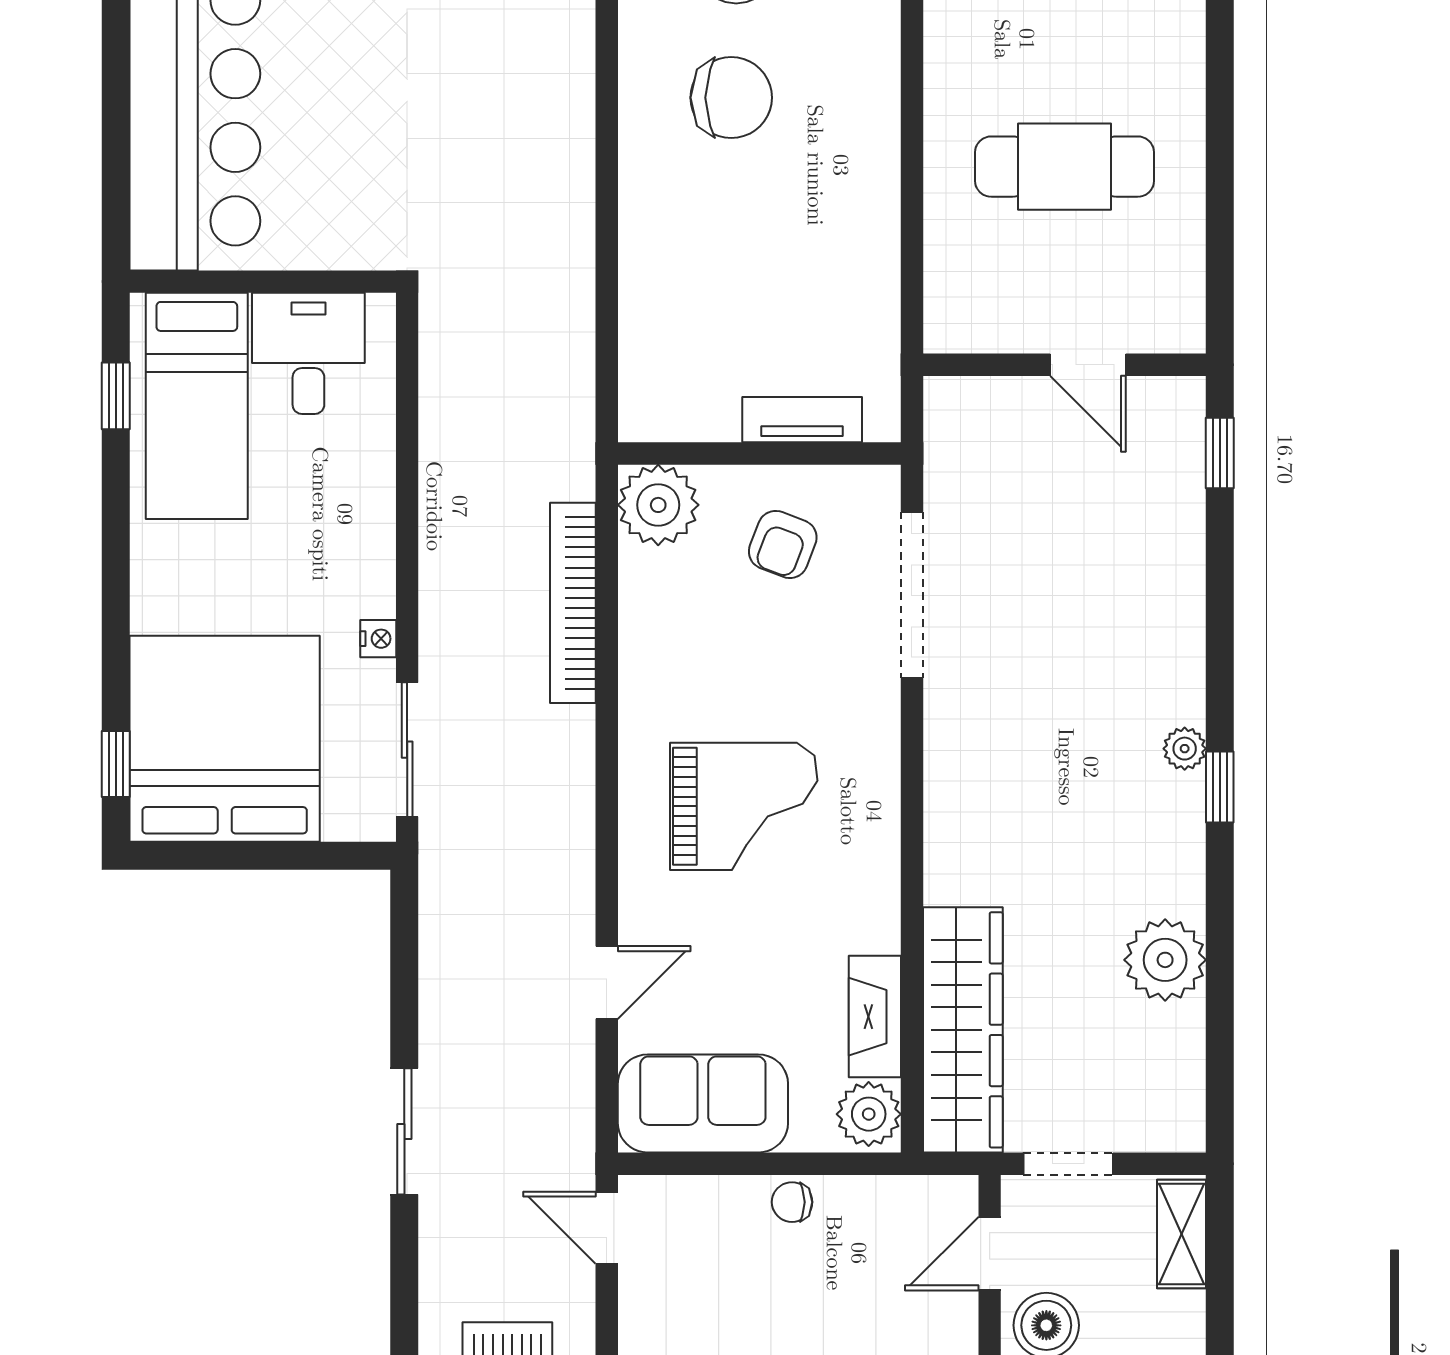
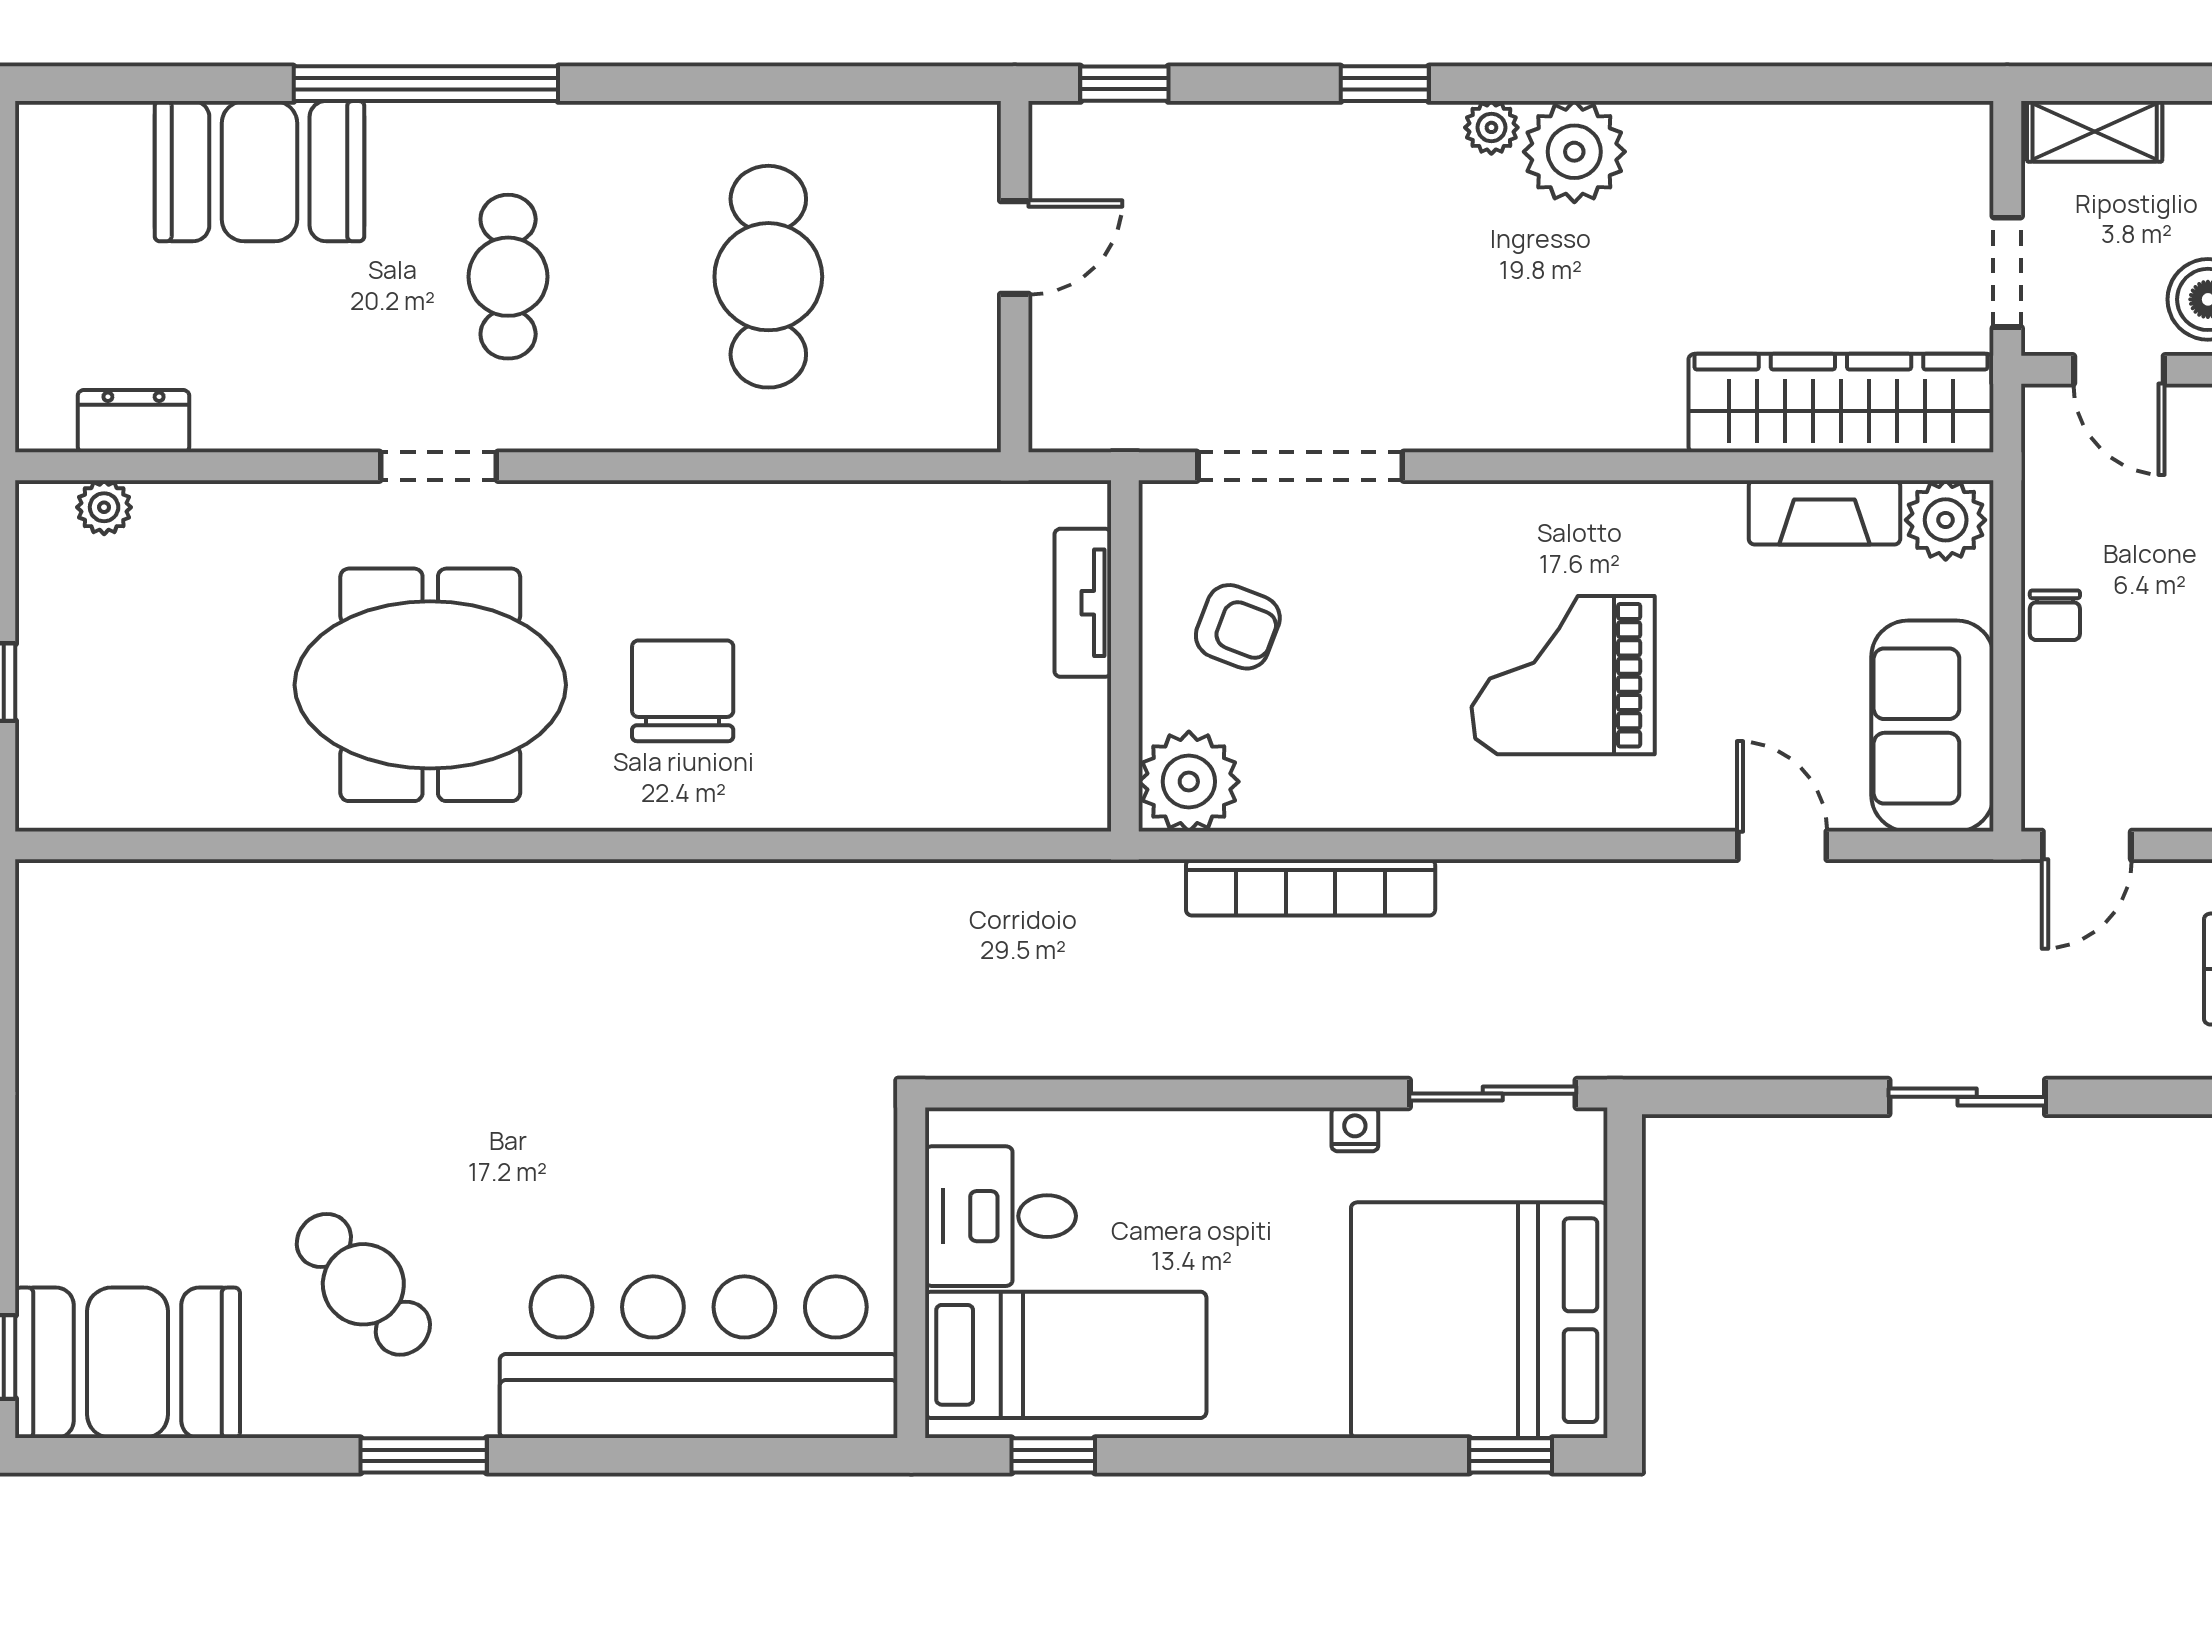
window: (1220, 787) -> (1385, 84), moved
grand piano: (744, 806) -> (1563, 675), turned -90
plant: (1165, 960) -> (1574, 152), moved

